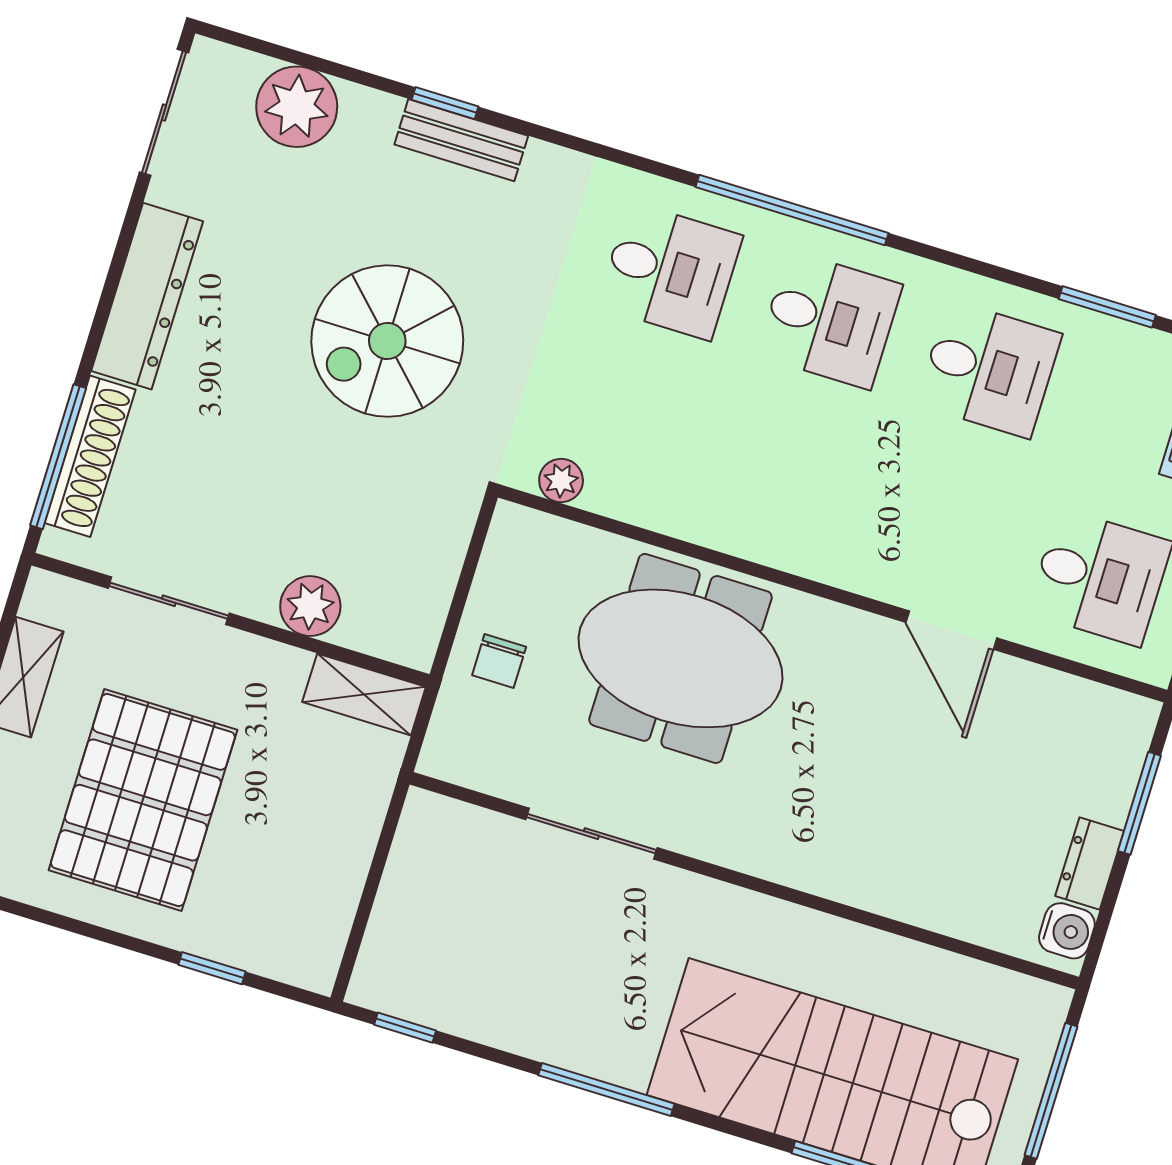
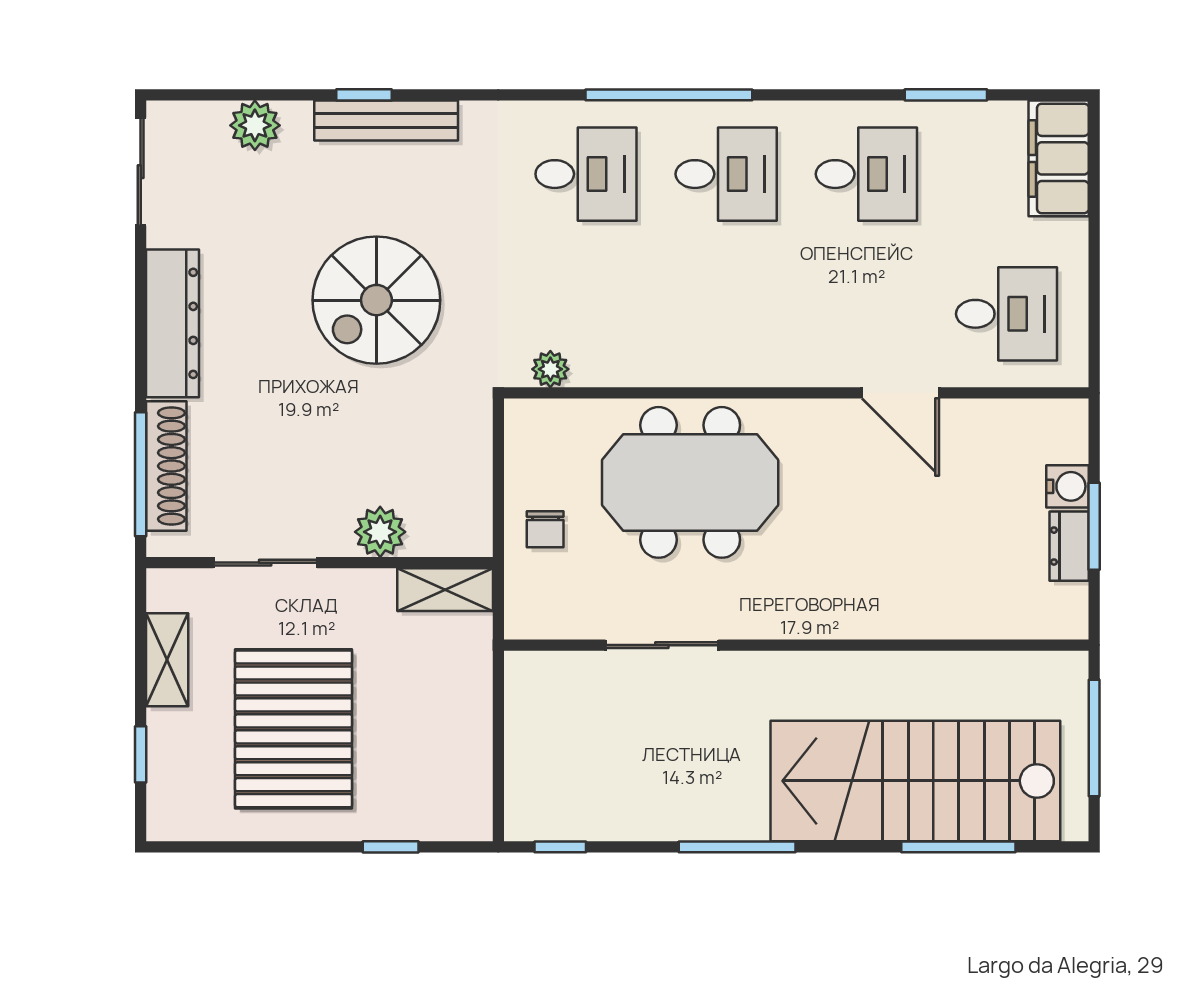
plant: (297, 107) -> (255, 125), width x0.73, depth x0.73
bench: (461, 140) -> (386, 121), width x1.36
window: (1139, 803) -> (1094, 526), moved
water cooler: (1067, 931) -> (1068, 486), moved

